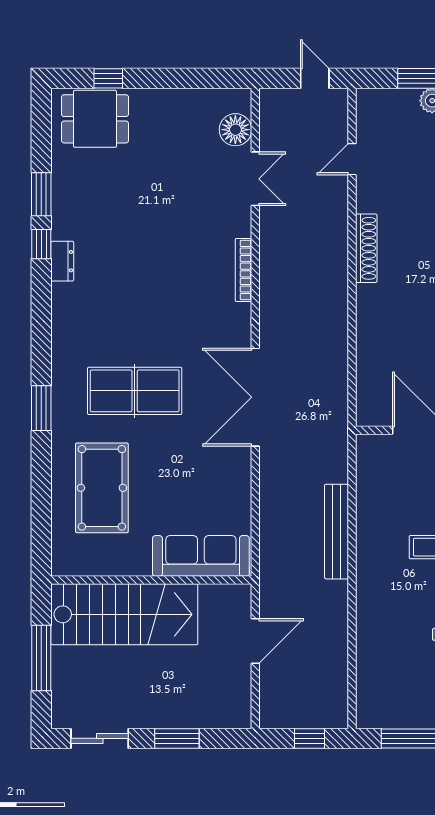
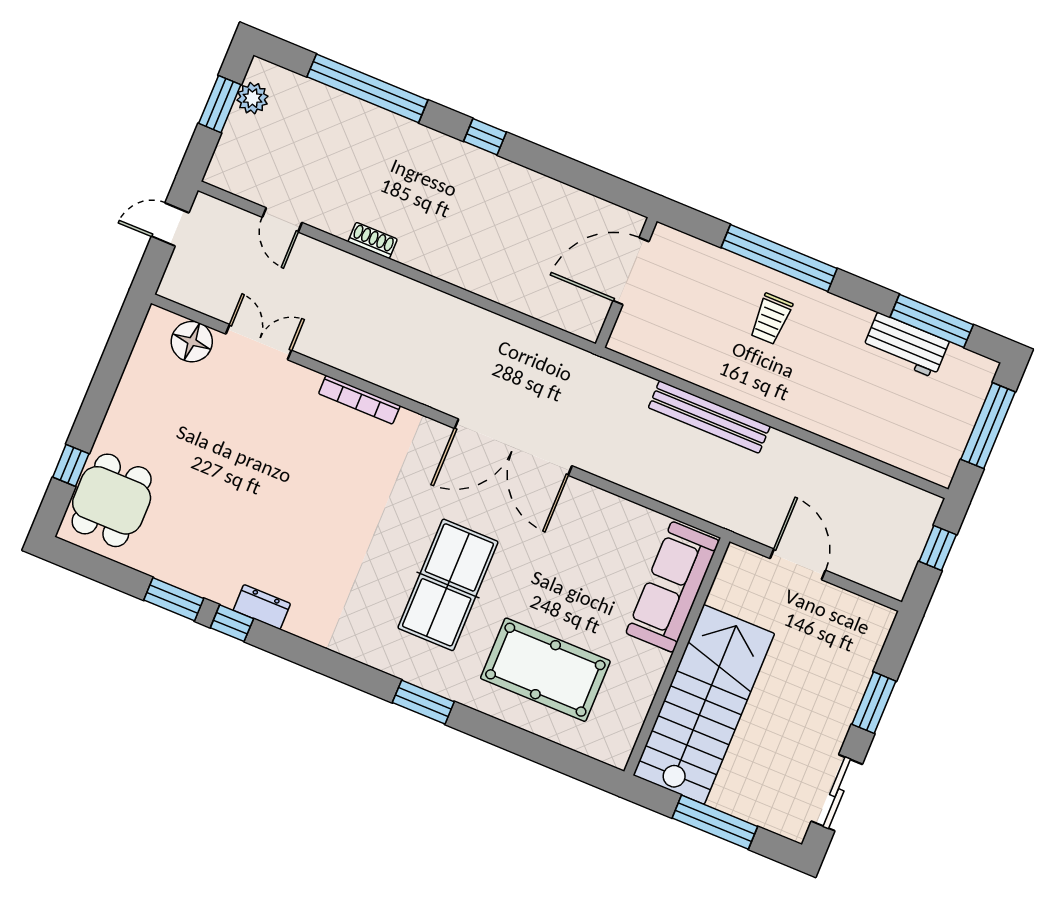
shoe rack: (366, 248) -> (373, 240), width x0.51, depth x0.81

